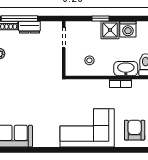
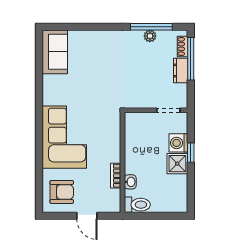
washing machine: (128, 29) -> (178, 143), moved
stool: (89, 60) -> (142, 140), removed
washbasin: (126, 69) -> (130, 182), width x0.52, depth x0.69

